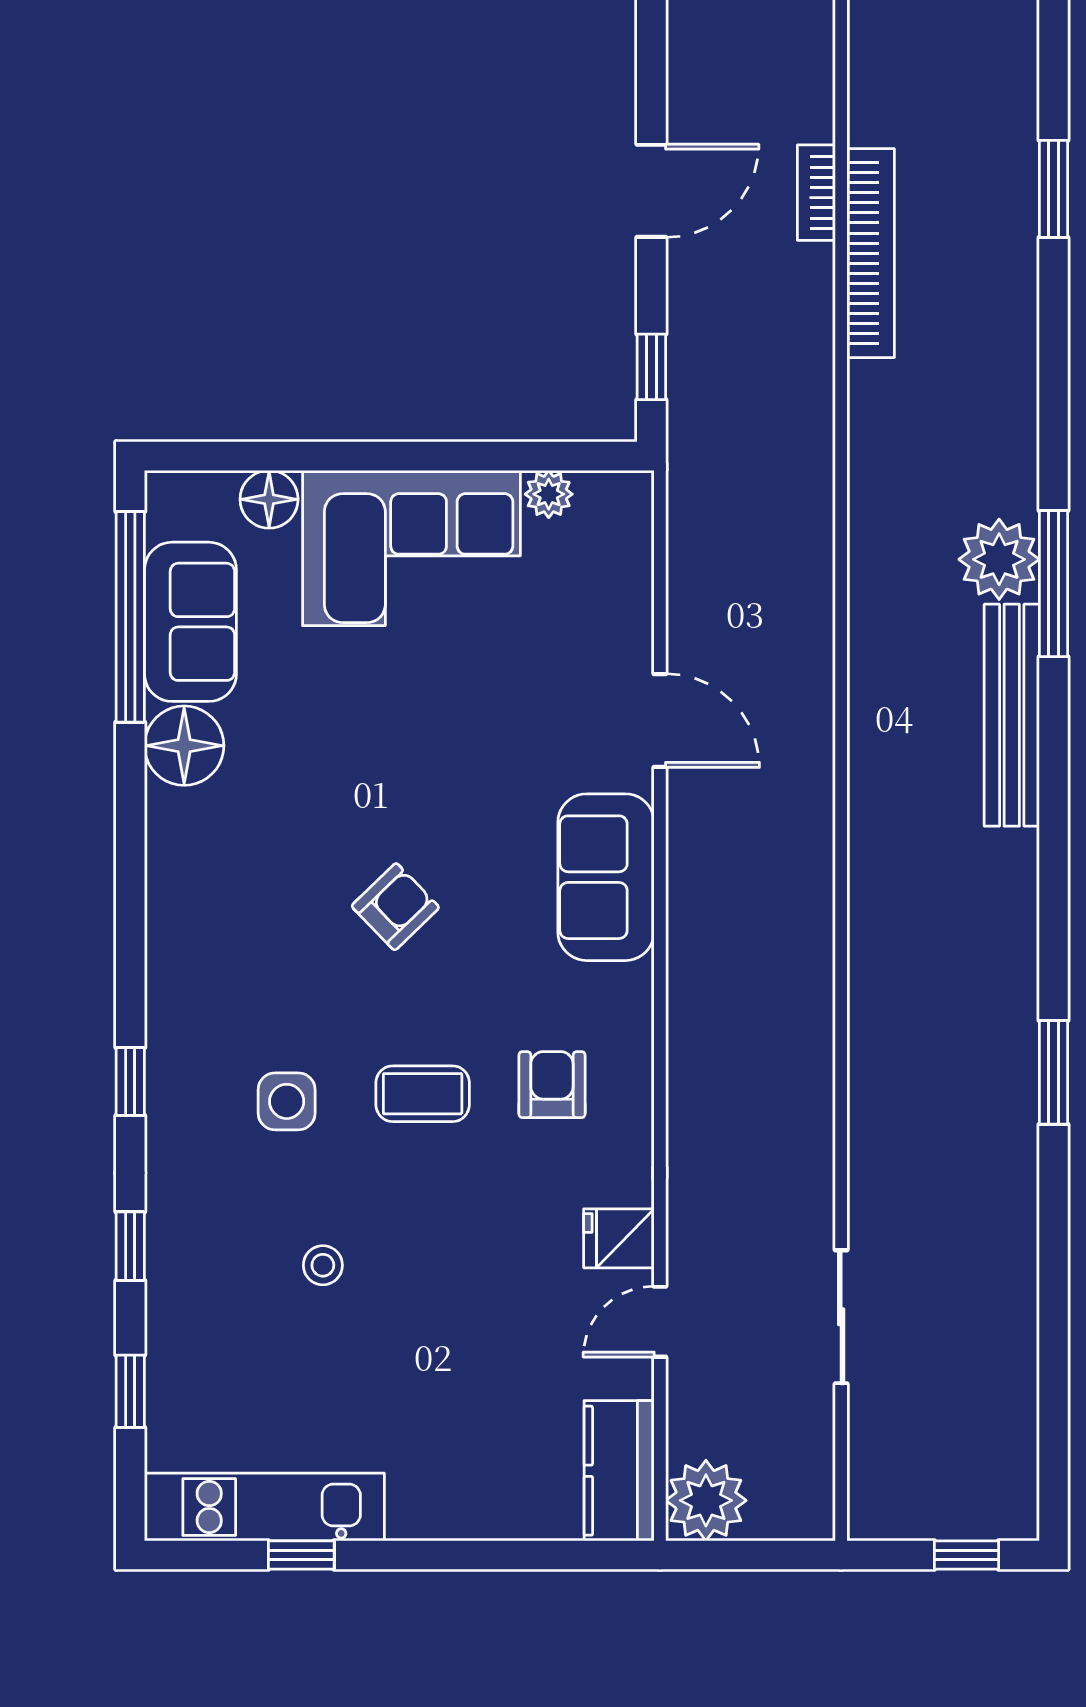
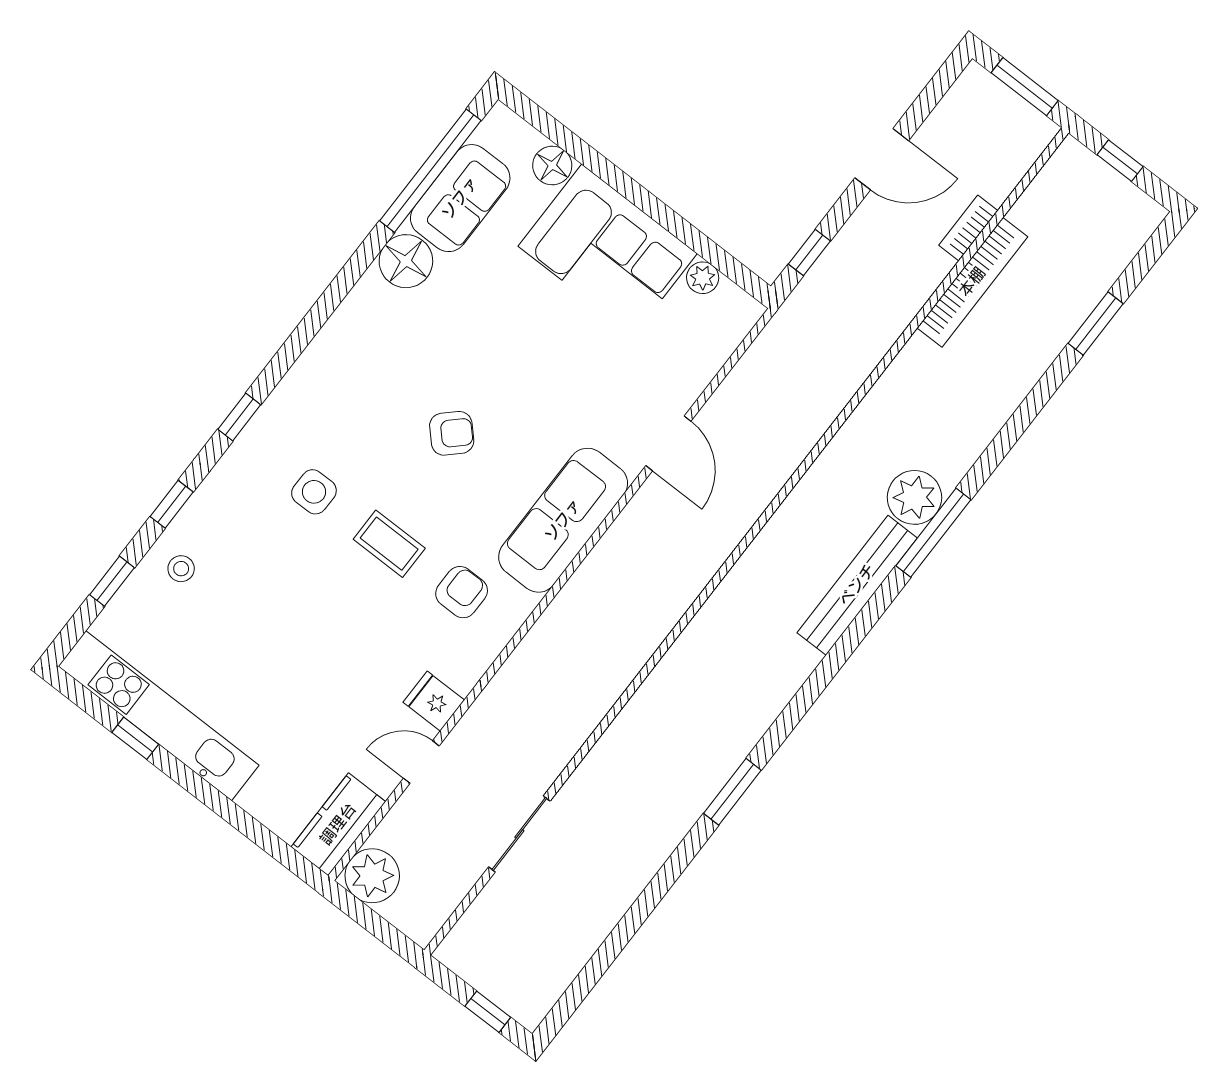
sofa: (606, 877) -> (563, 520), width x1.36
stool: (323, 1265) -> (181, 569), moved
kitchen unit: (264, 1507) -> (159, 716), width x1.36

